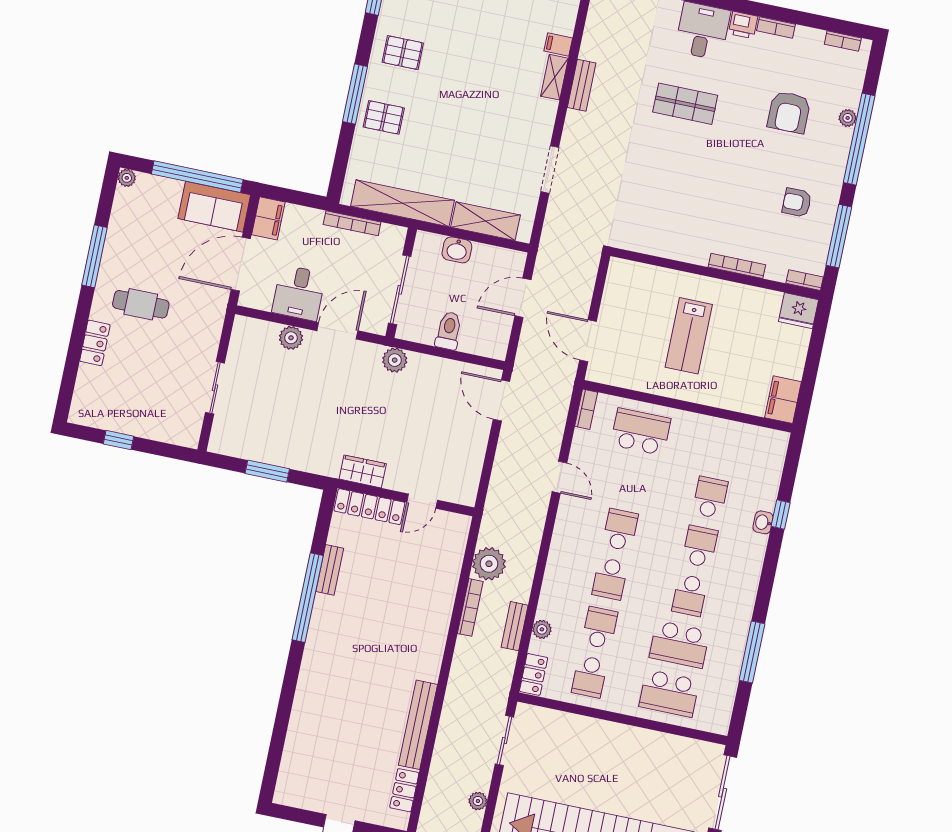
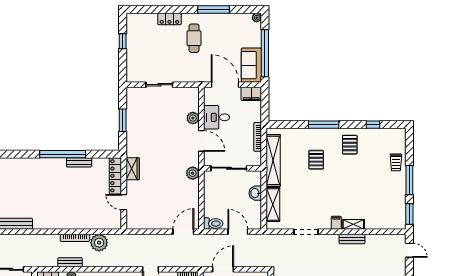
filing cabinet: (558, 45) -> (336, 223), moved
pallet: (384, 117) -> (316, 160), moved
toilet: (449, 331) -> (213, 224), moved

